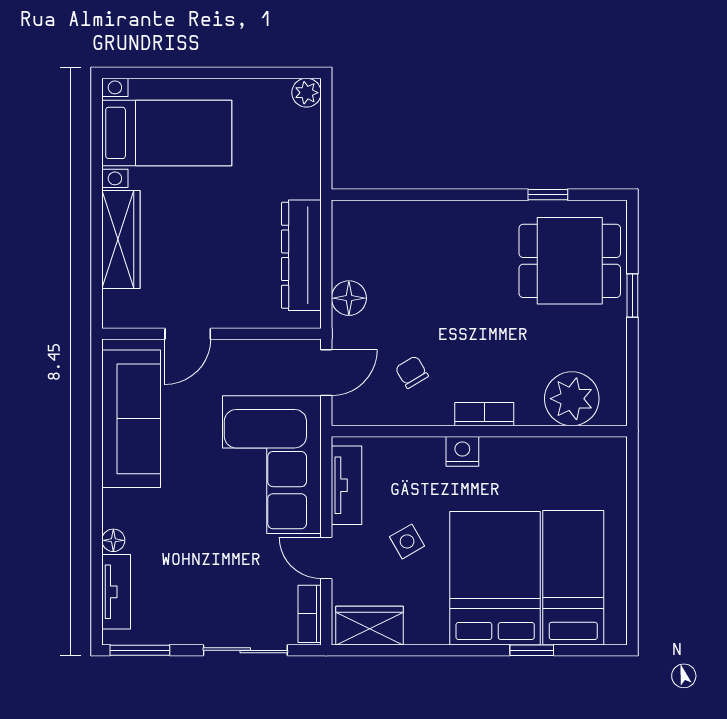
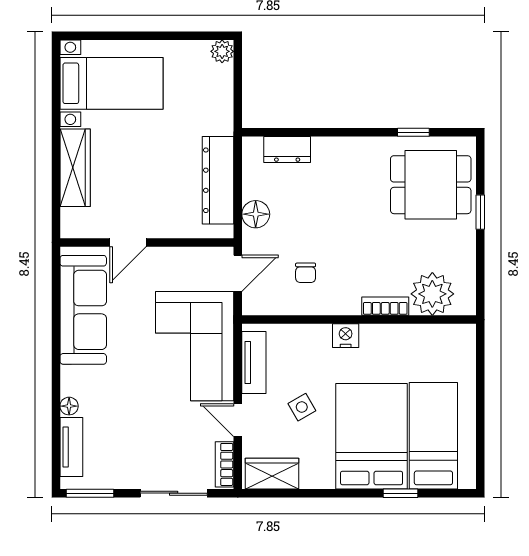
dresser: (389, 216) -> (287, 149), added
chair: (412, 372) -> (306, 273), turned -149
bookcase: (484, 414) -> (385, 306), moved

